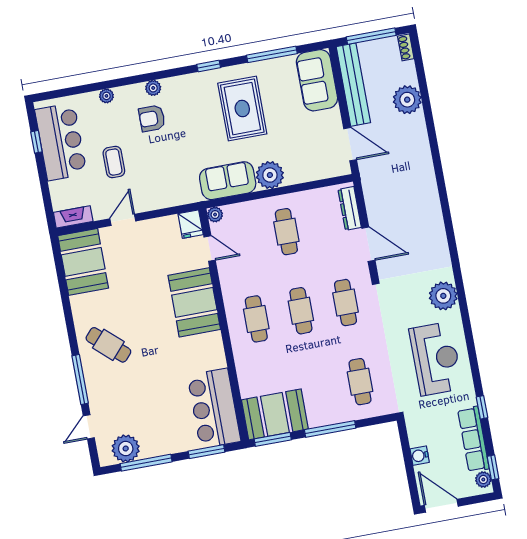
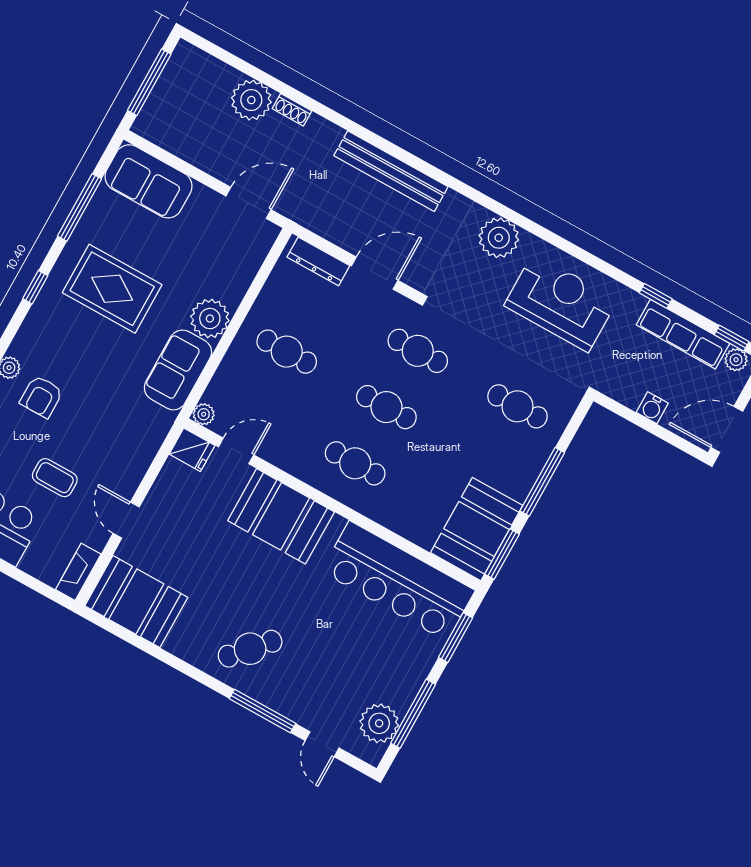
shoe rack: (406, 47) -> (292, 110), moved
bench: (353, 85) -> (391, 171), moved
bar counter: (214, 408) -> (398, 581), width x1.36

